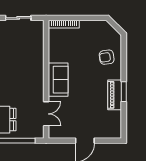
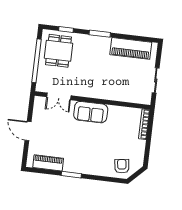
armchair: (107, 57) -> (122, 166), moved
piano: (115, 95) -> (48, 163), moved

